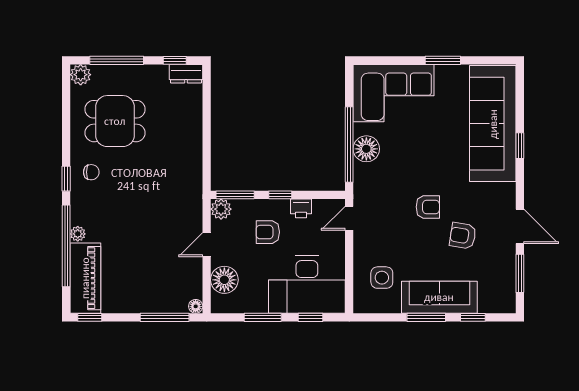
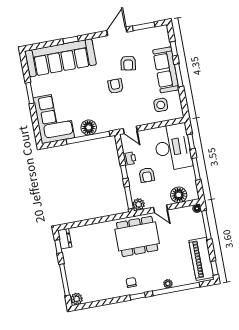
dining table: (115, 121) -> (137, 236), moved, width x1.38
piano: (85, 278) -> (201, 259), moved, turned -90

